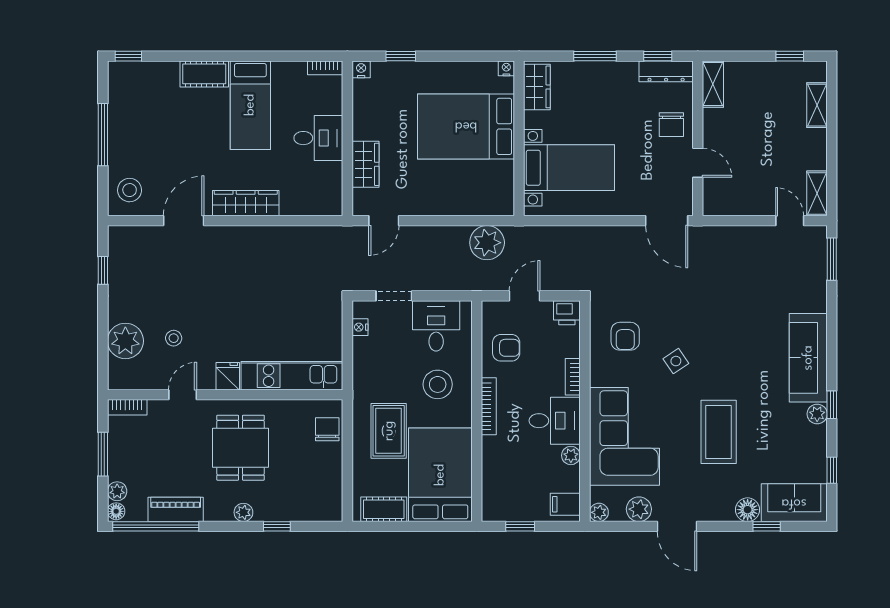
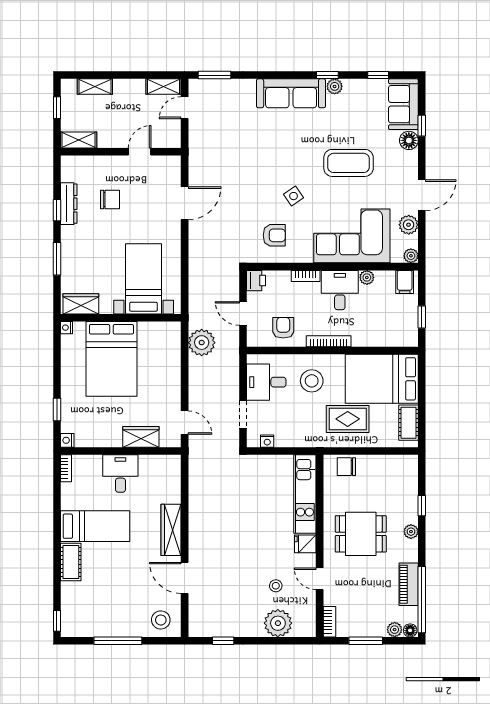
shelving: (713, 84) -> (79, 140), moved
wall: (698, 138) -> (121, 152), moved
door: (698, 163) -> (140, 152), moved

